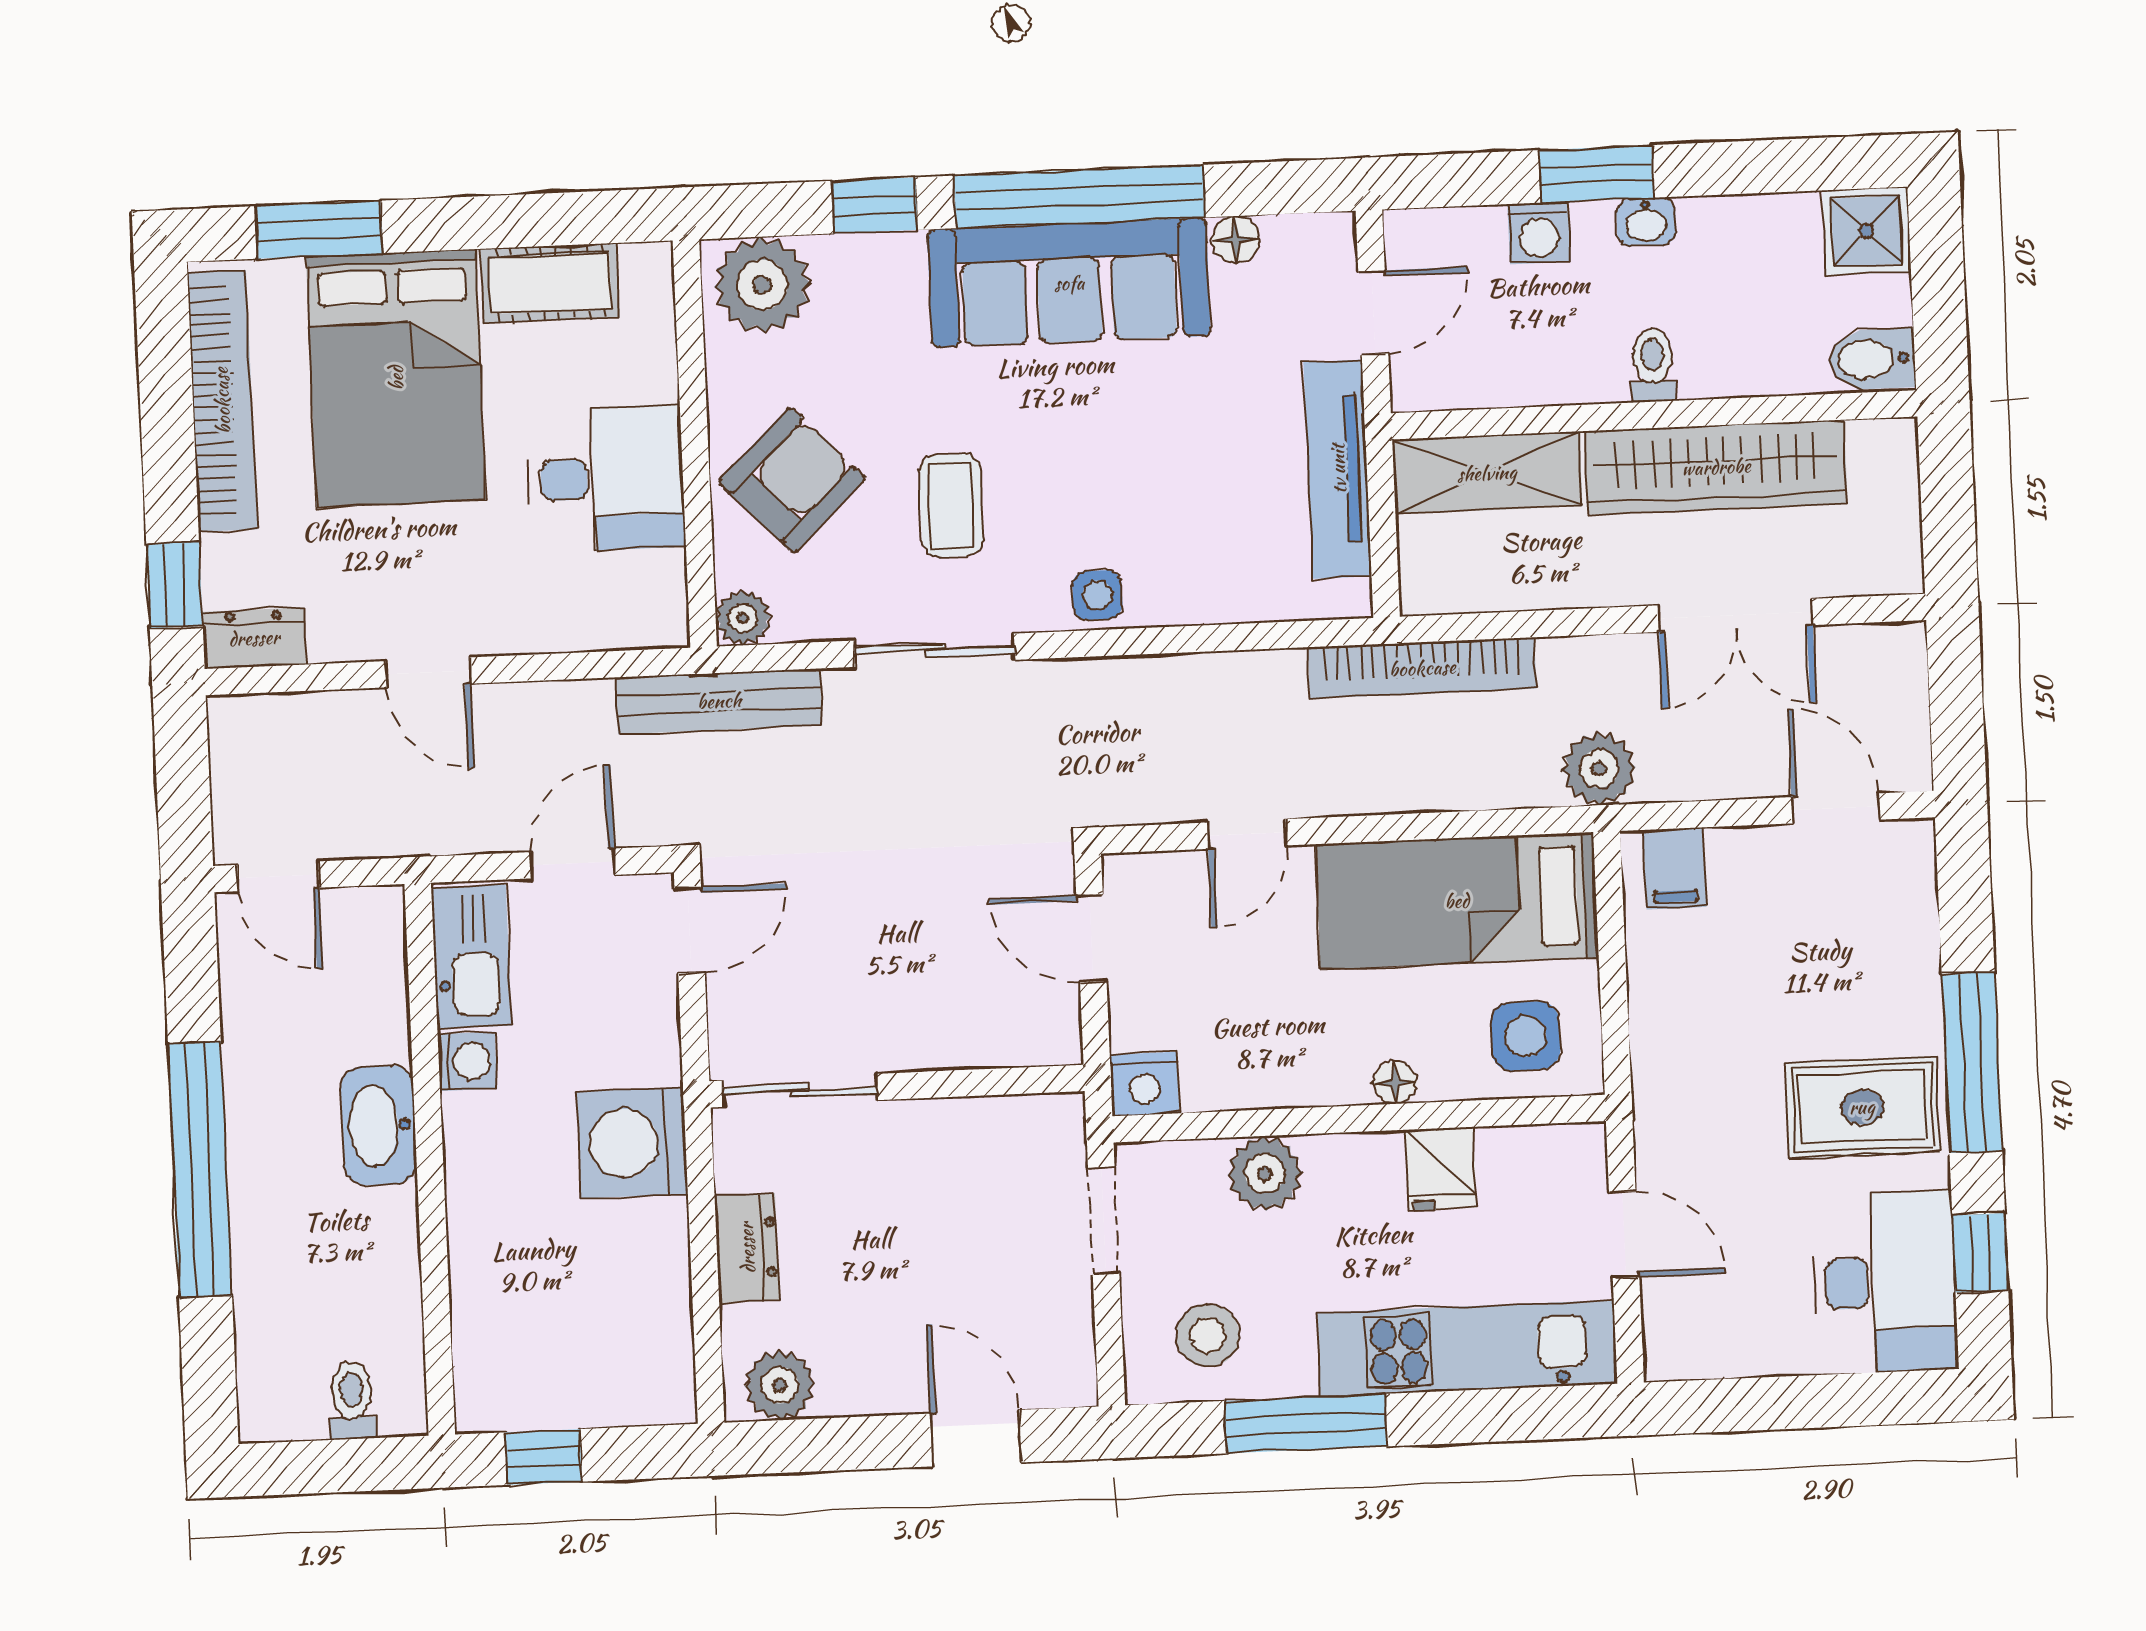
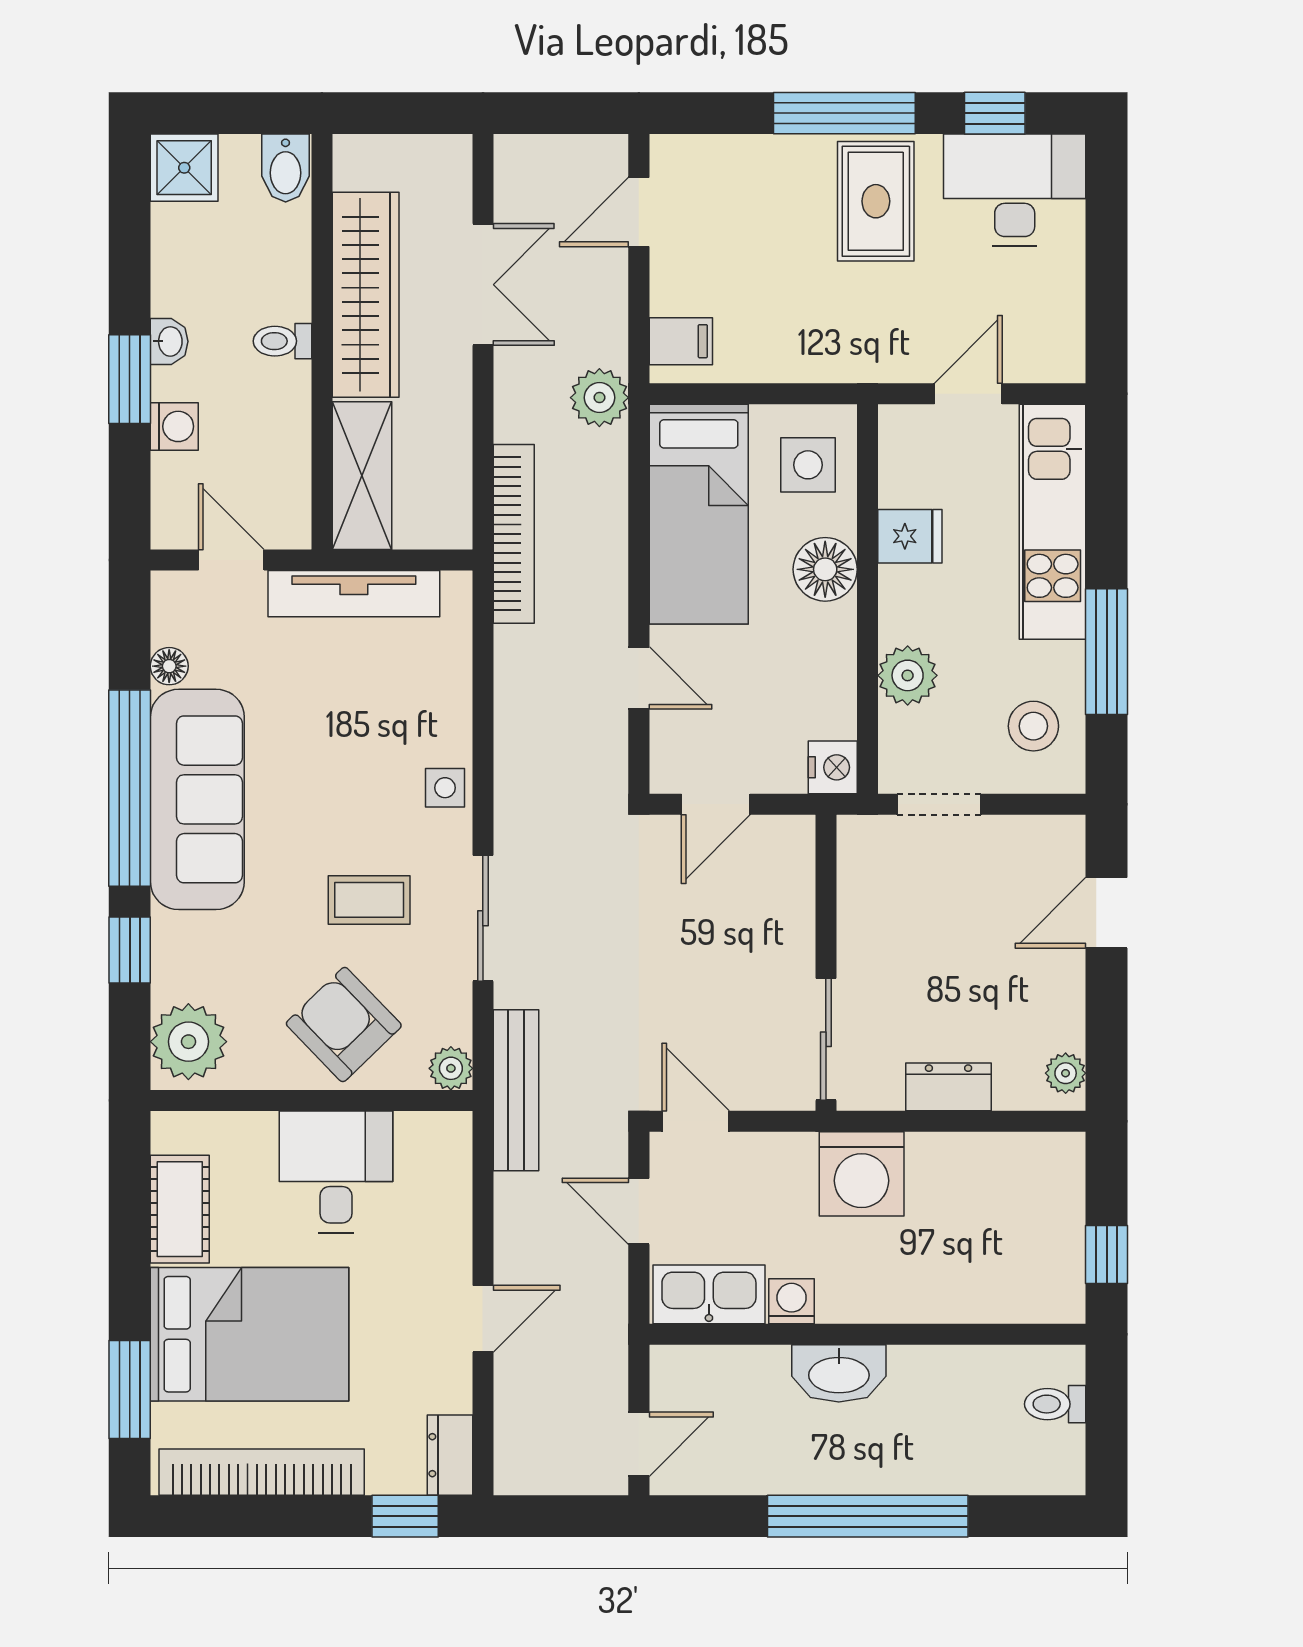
floor lamp: (1395, 1082) -> (825, 569), width x1.89, depth x1.89
plant: (780, 1385) -> (1066, 1073), width x0.73, depth x0.73

